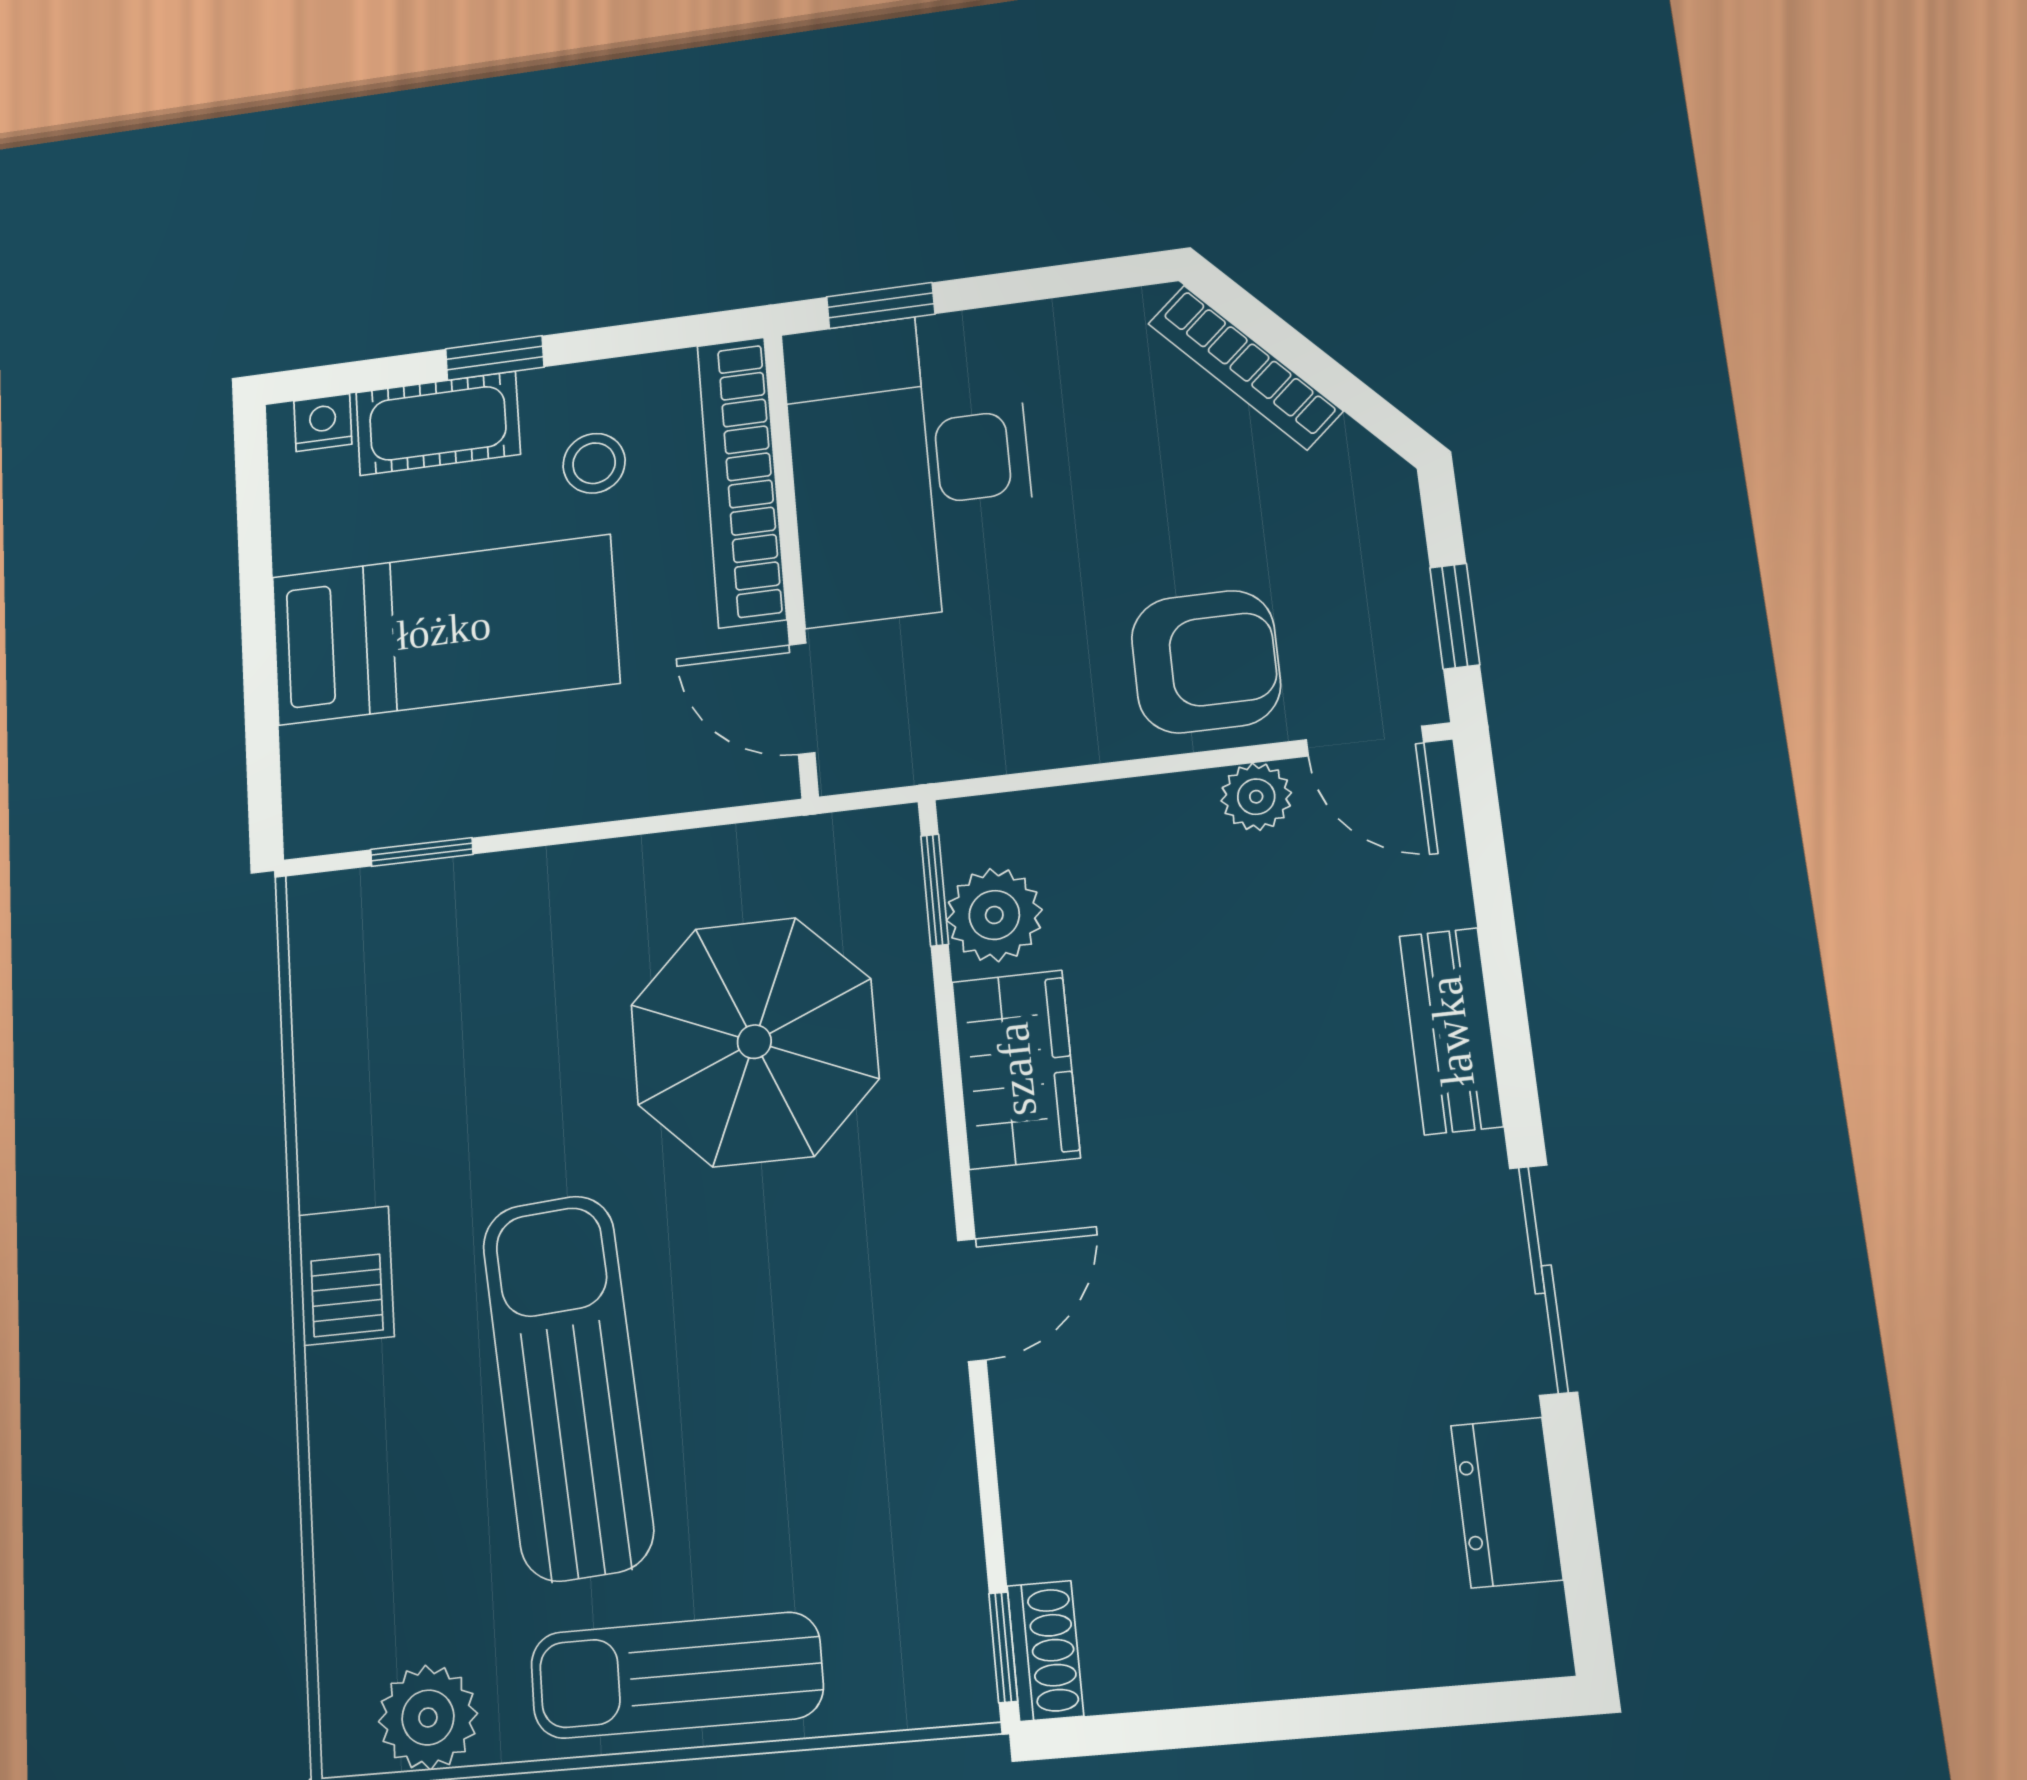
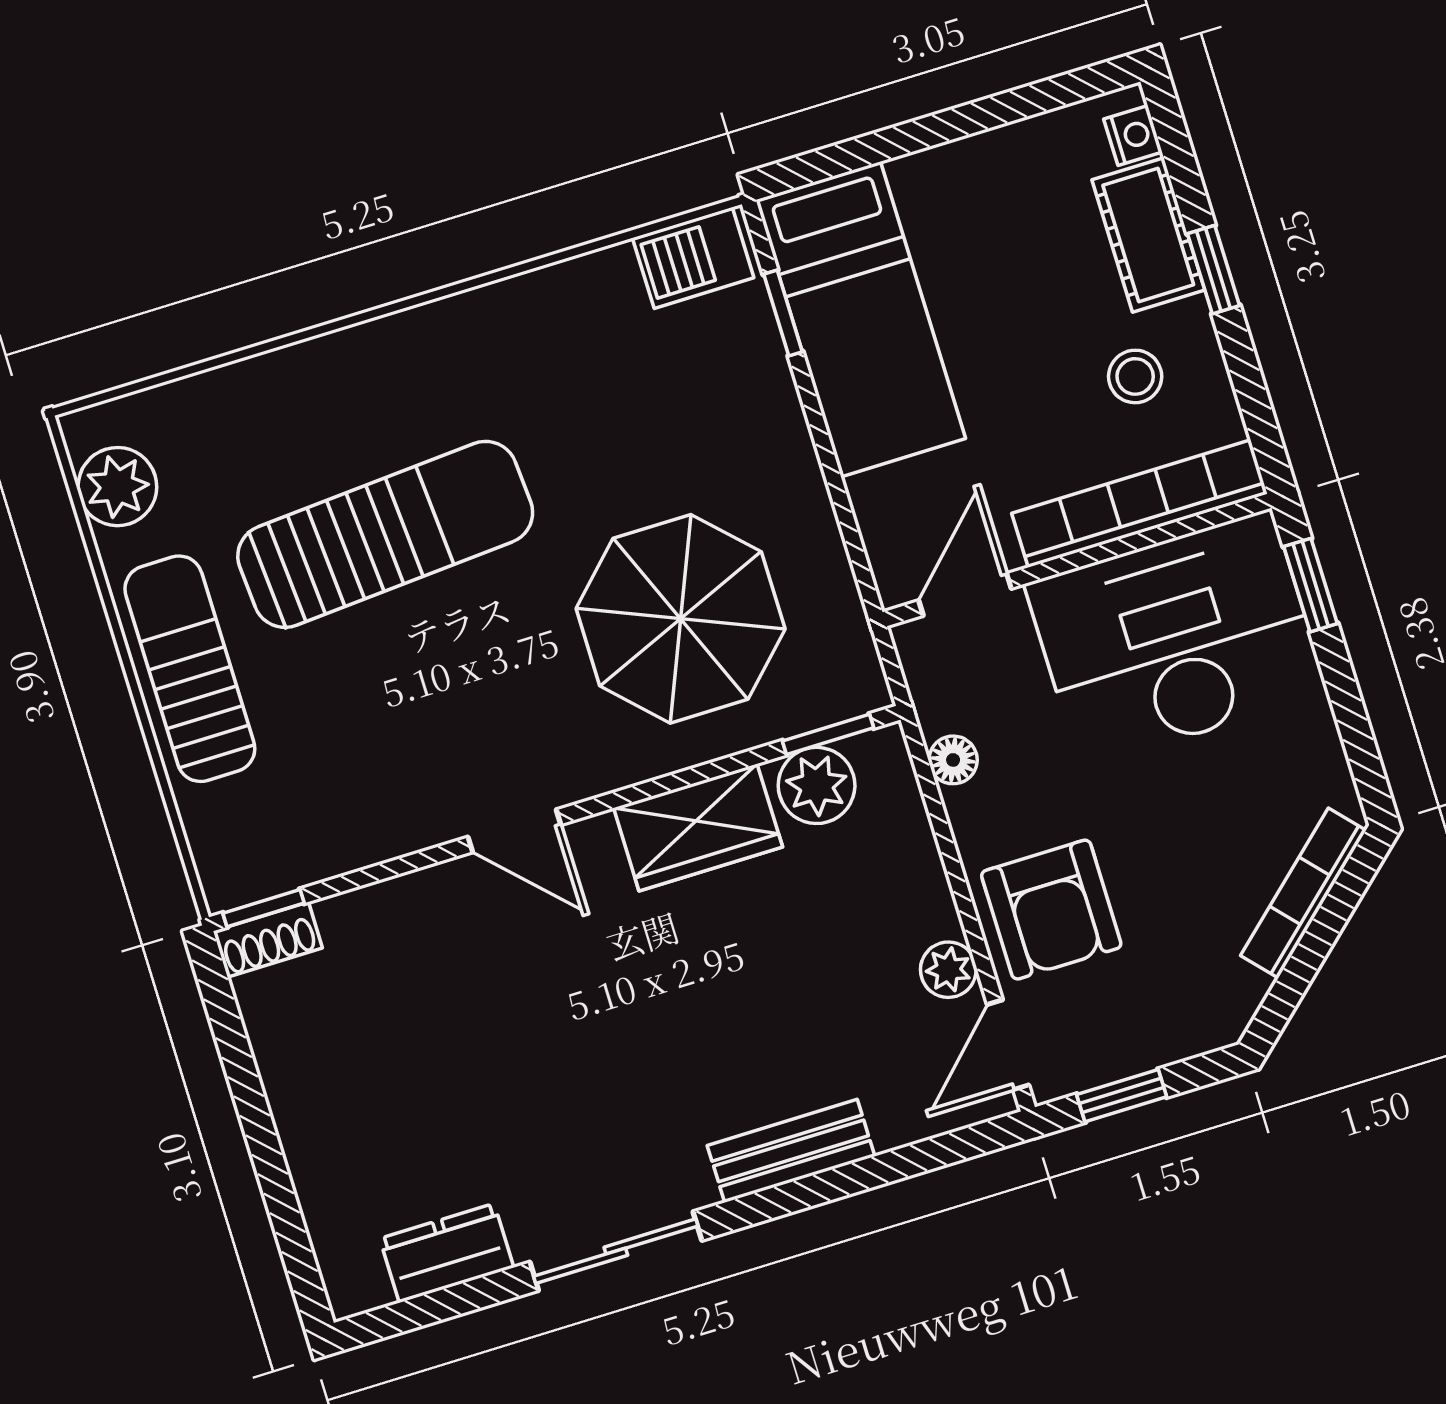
bed: (444, 630) -> (861, 319), moved
floor lamp: (998, 747) -> (953, 760), added
barbecue: (346, 1276) -> (693, 258), moved

